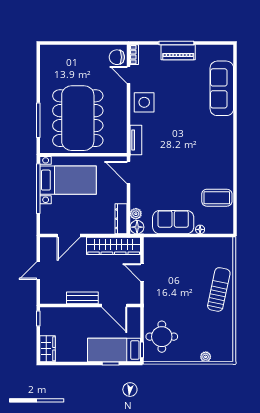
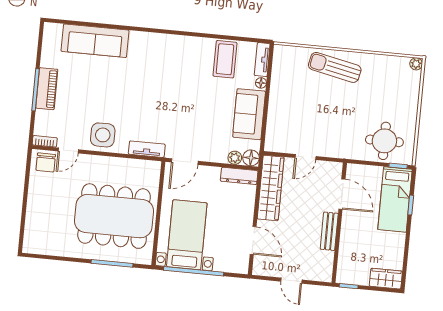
tv unit: (220, 229) -> (262, 60), added
door: (114, 306) -> (342, 194), hinge flipped
plant: (206, 357) -> (416, 64), moved

